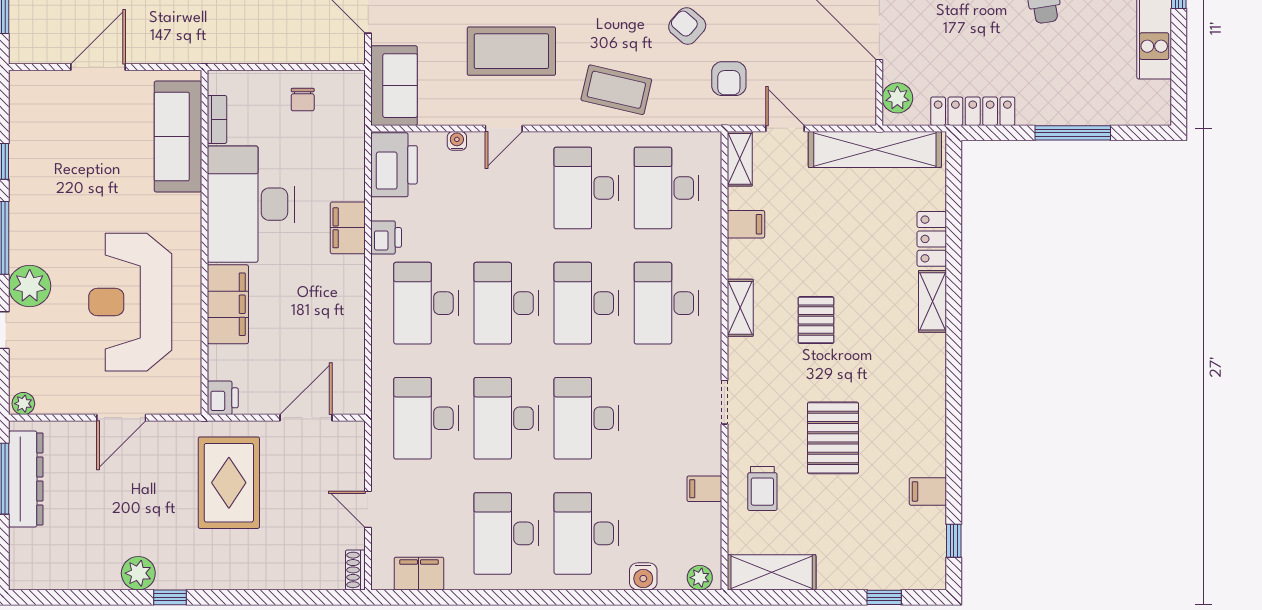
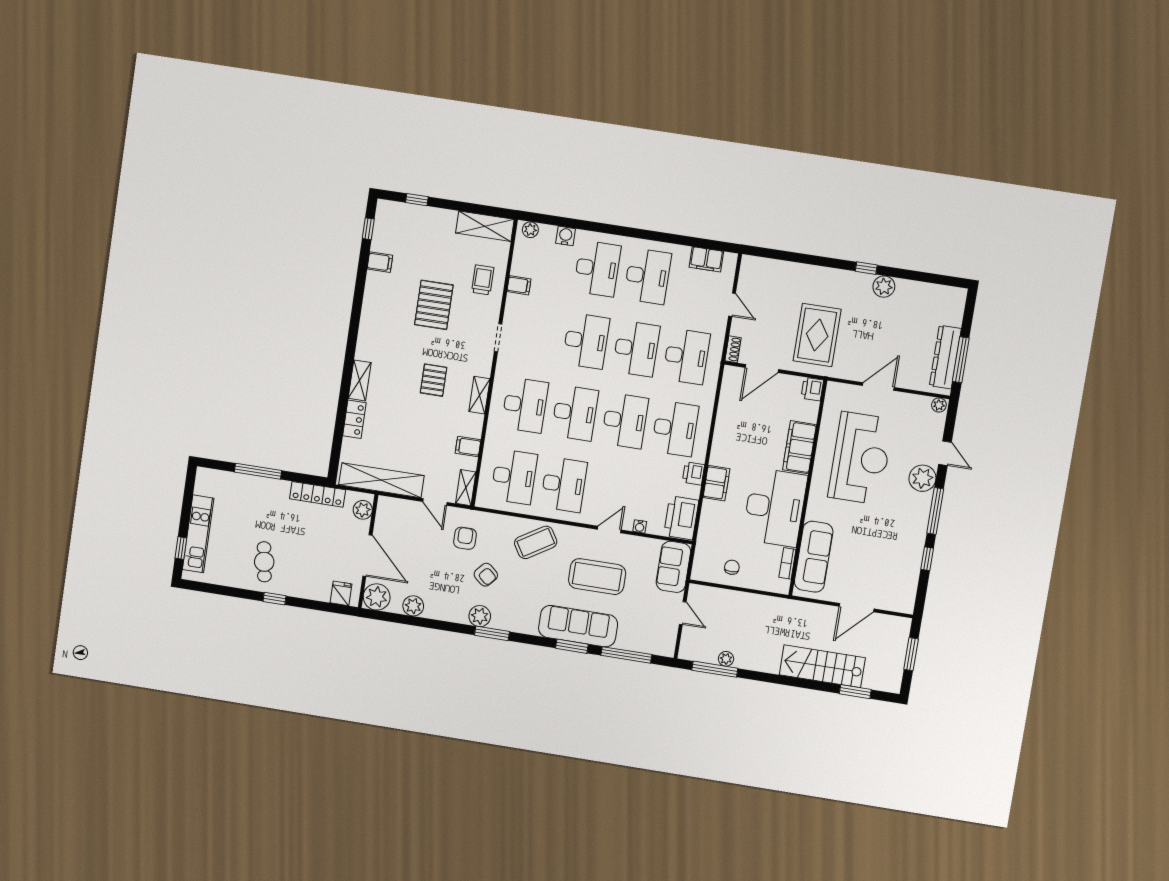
coffee table: (616, 90) -> (536, 542), turned -45
shoe rack: (355, 570) -> (733, 349), moved

